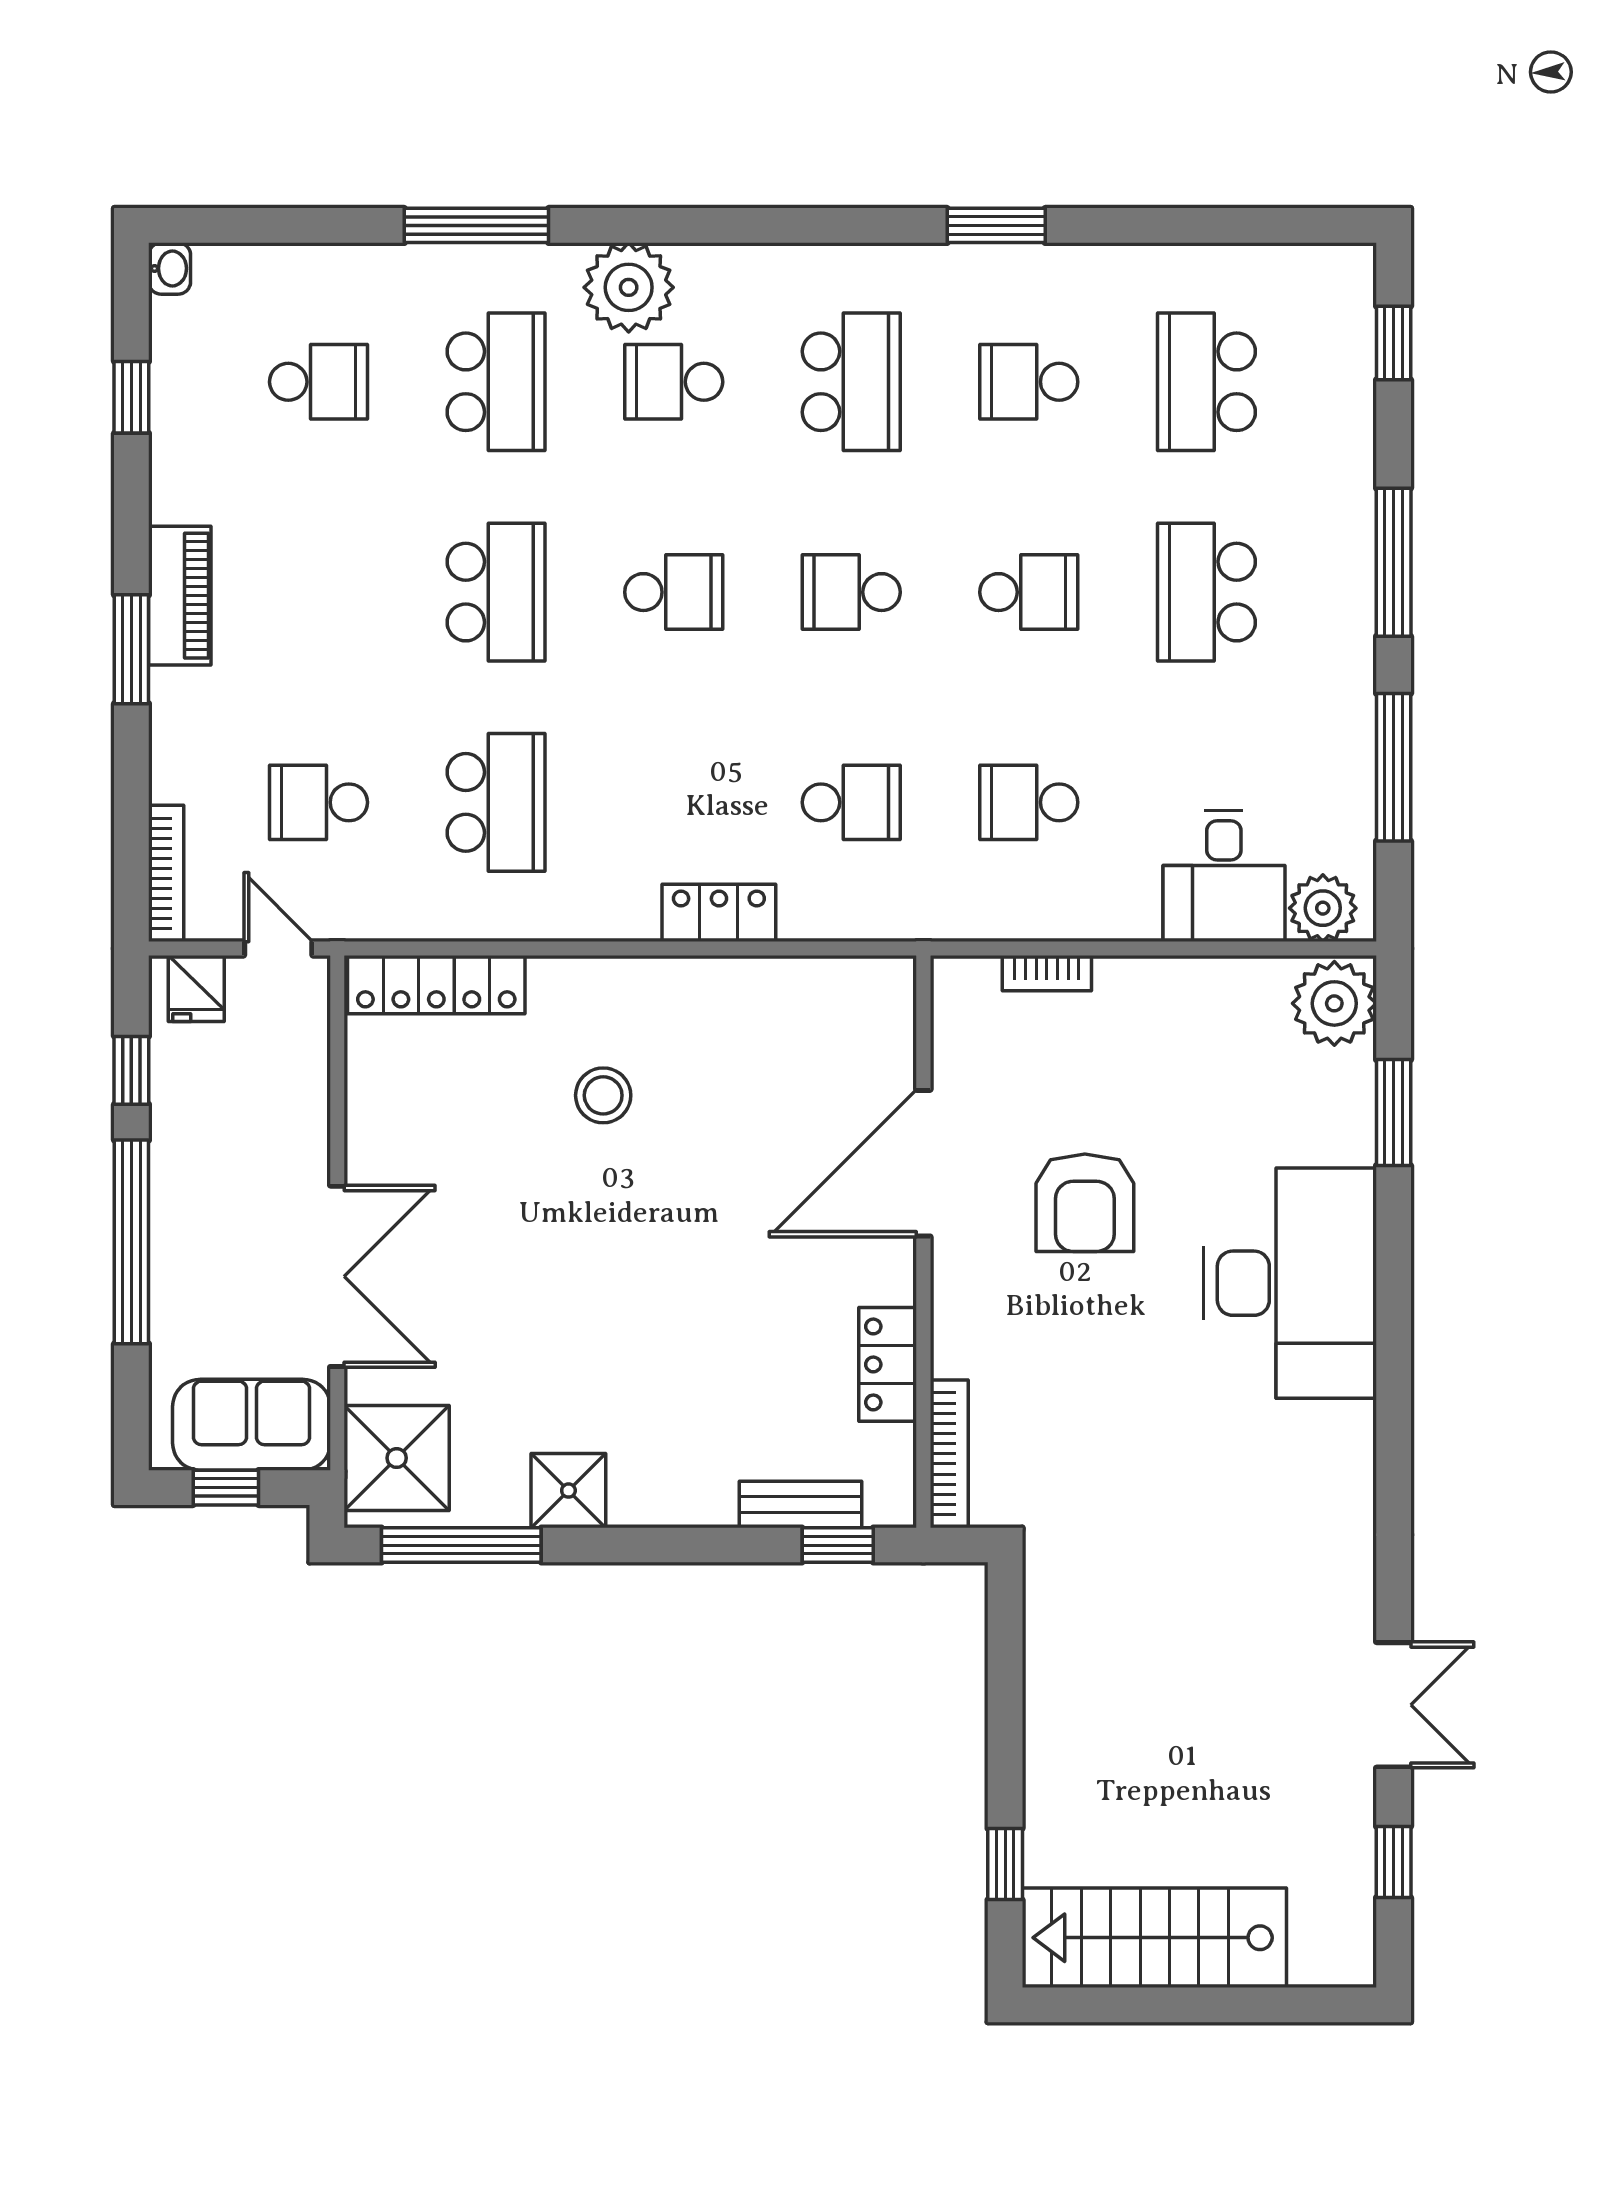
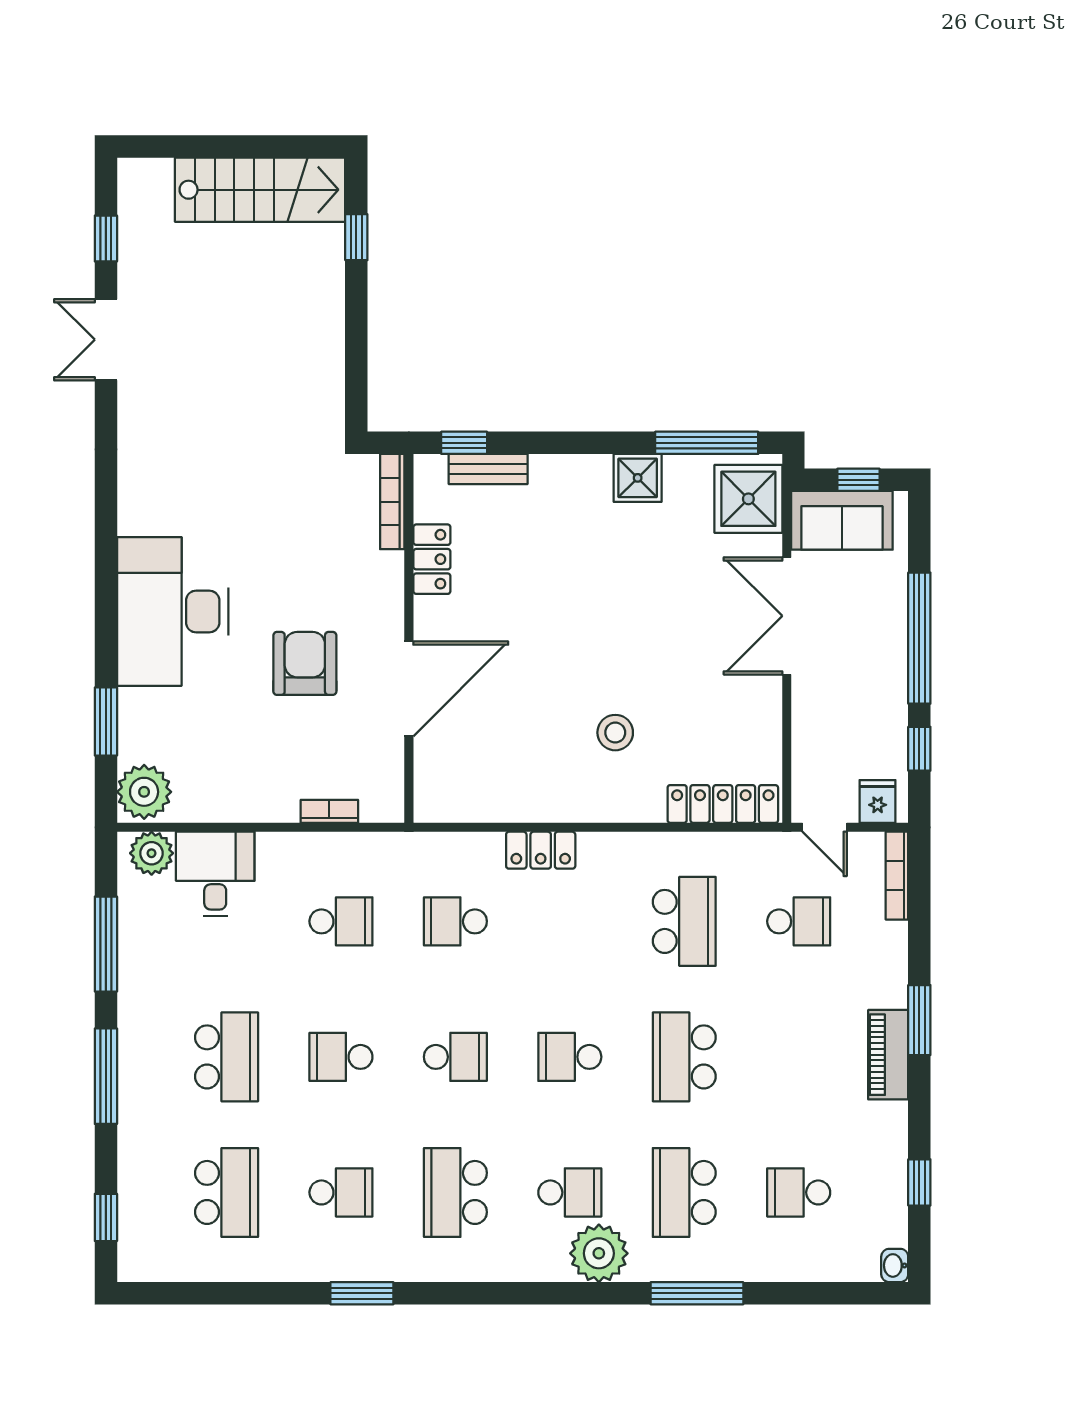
school desk: (496, 802) -> (684, 921), turned 180

